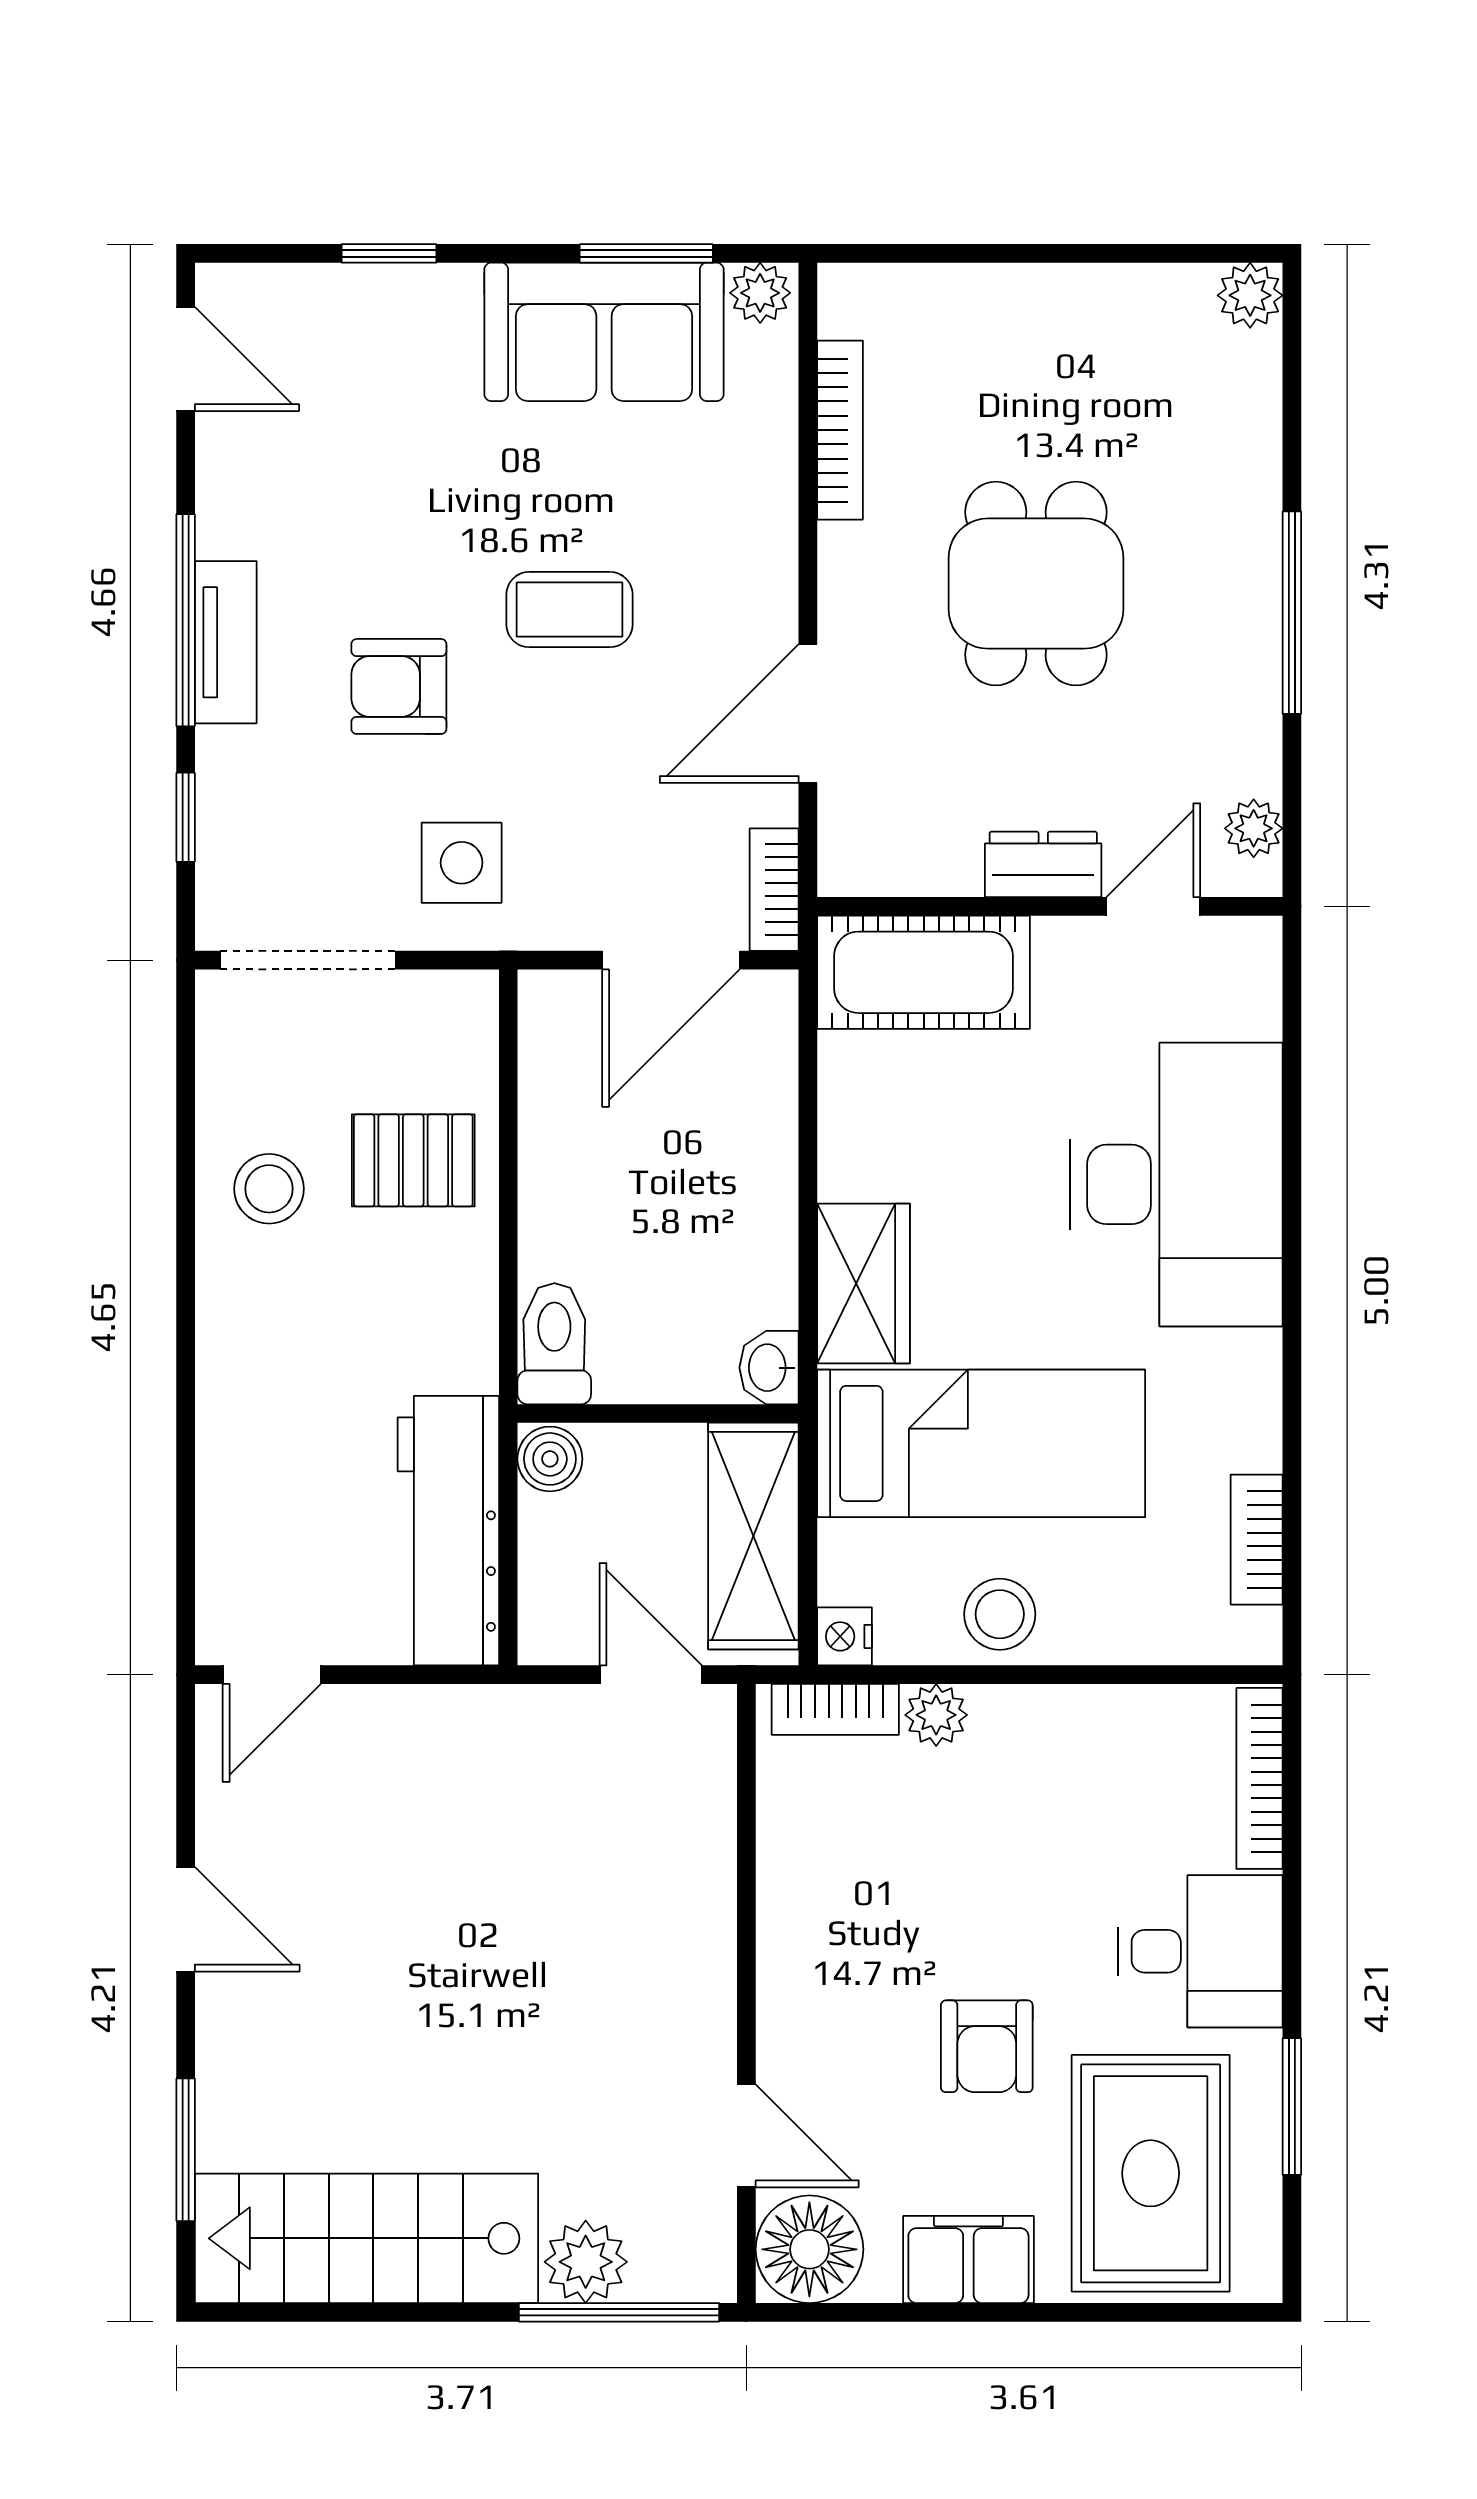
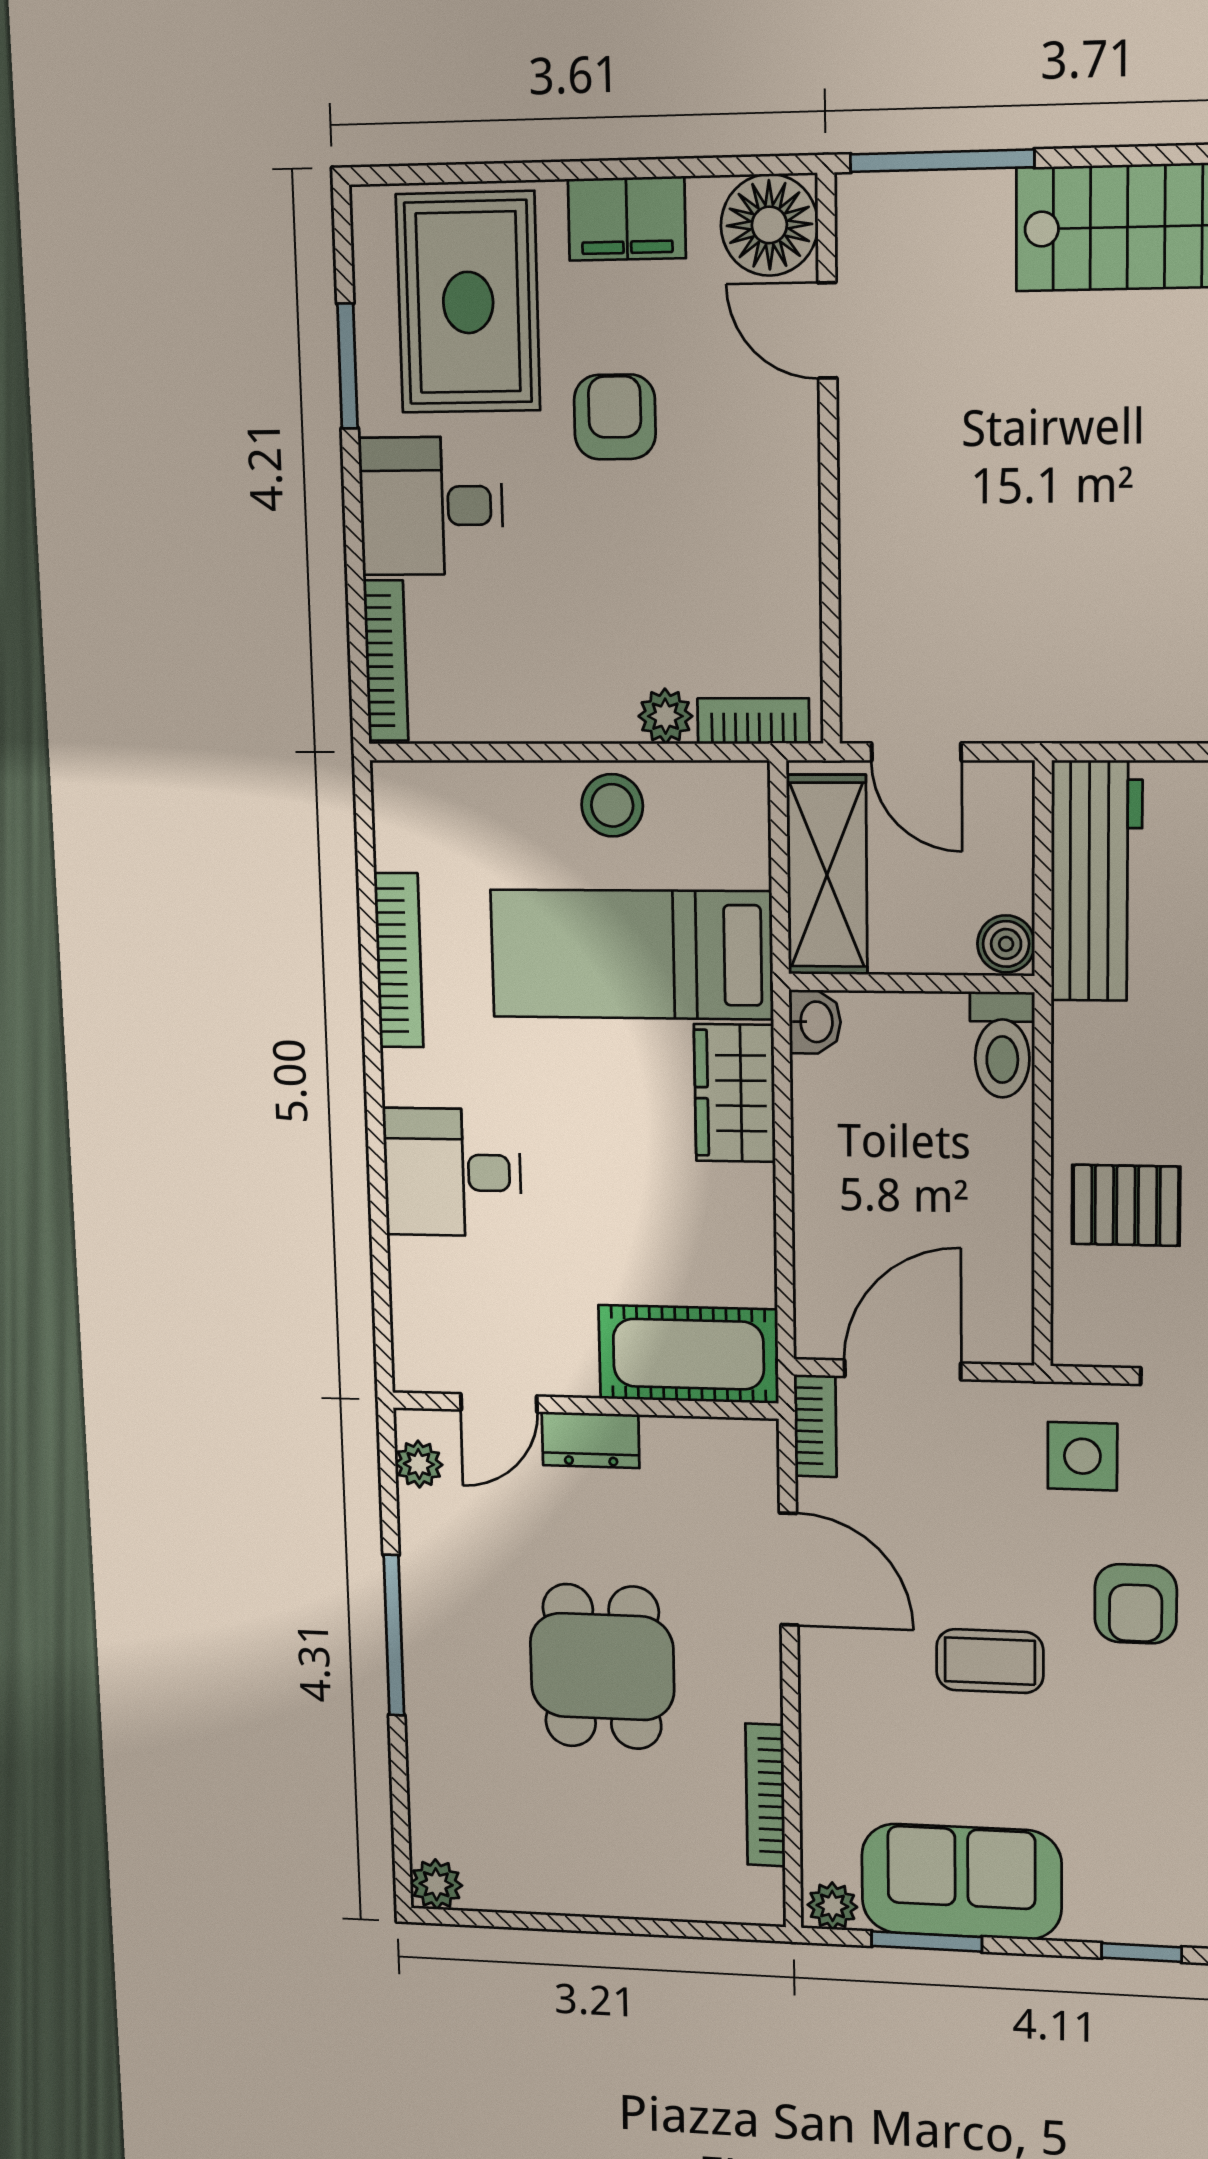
armchair: (399, 686) -> (1136, 1604), turned 90
door: (808, 714) -> (789, 1569), hinge flipped
desk: (1176, 1184) -> (452, 1172), width x0.53, depth x0.77
bookcase: (1257, 1540) -> (399, 960), moved, width x1.56
nightstand: (845, 1636) -> (746, 786), removed
plant: (586, 2262) -> (973, 208), removed

